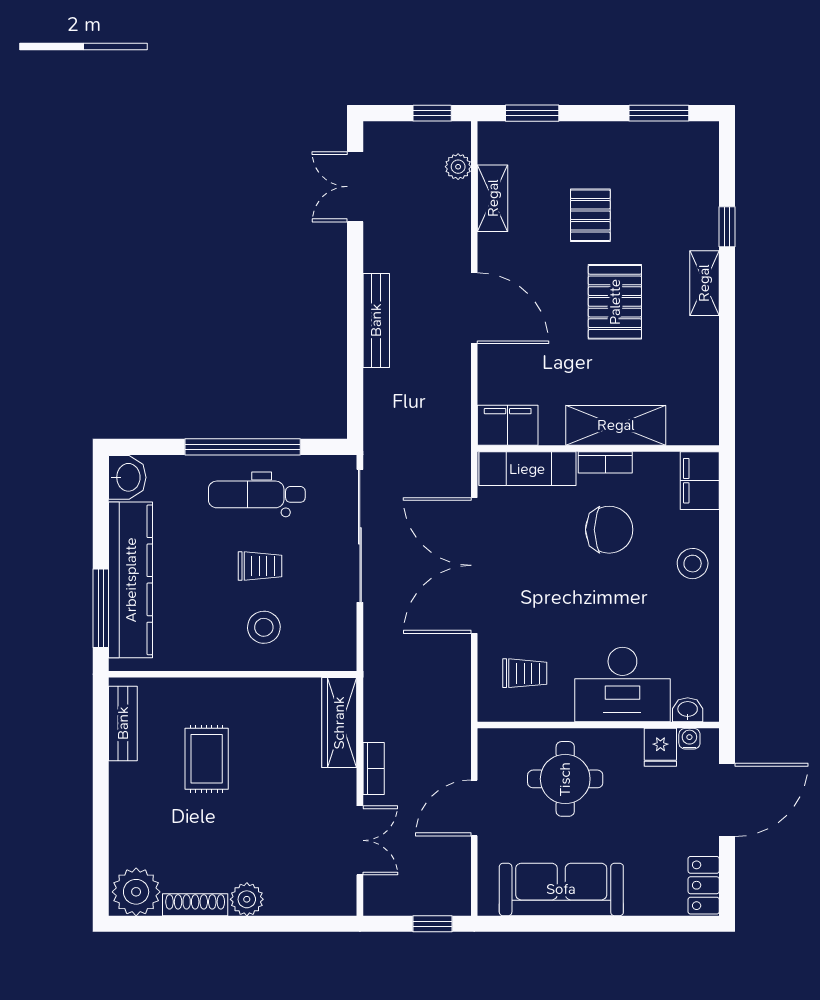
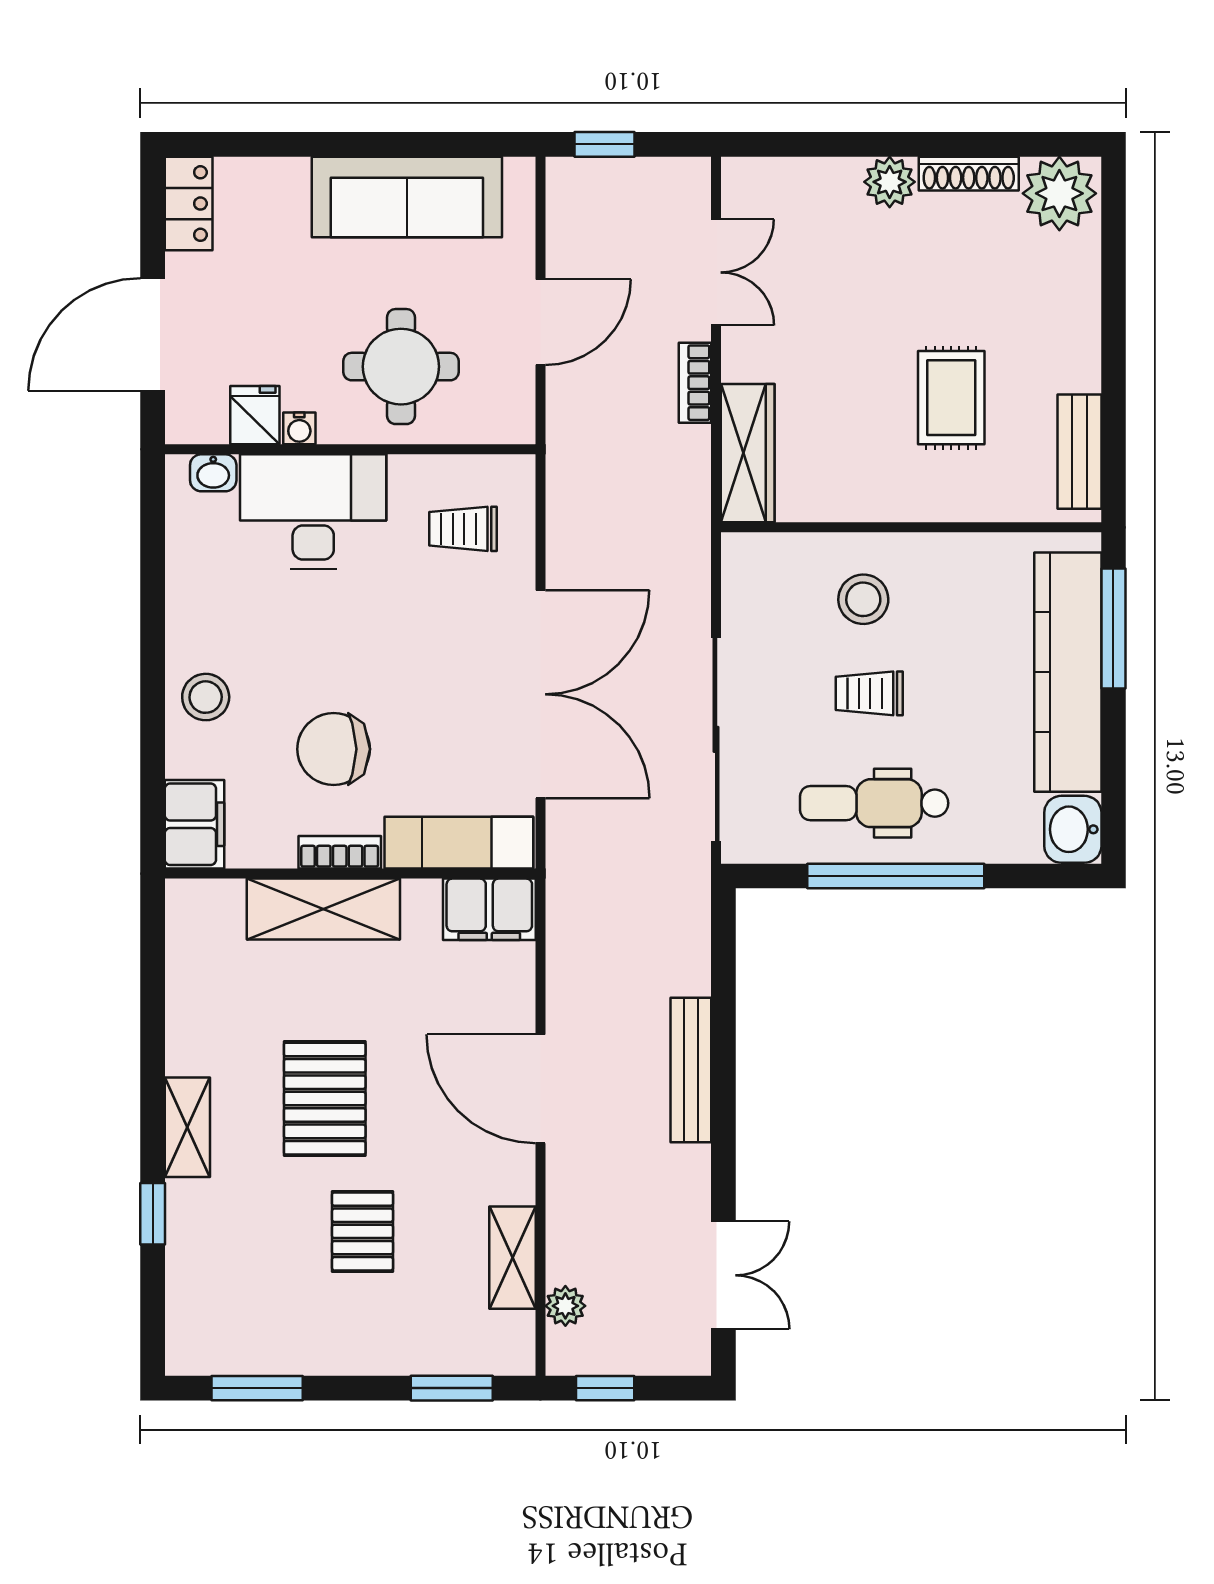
dental chair: (257, 494) -> (874, 803), turned 180
water cooler: (689, 739) -> (299, 428), moved
double door: (360, 840) -> (716, 272), swing flipped

